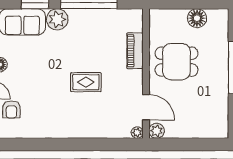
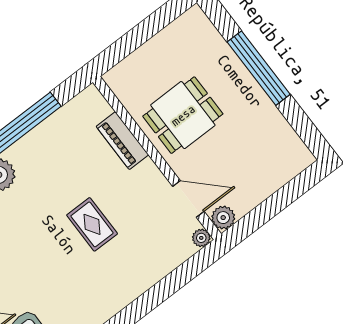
floor lamp: (197, 18) -> (167, 43), removed
rug: (86, 82) -> (92, 224), turned 90

